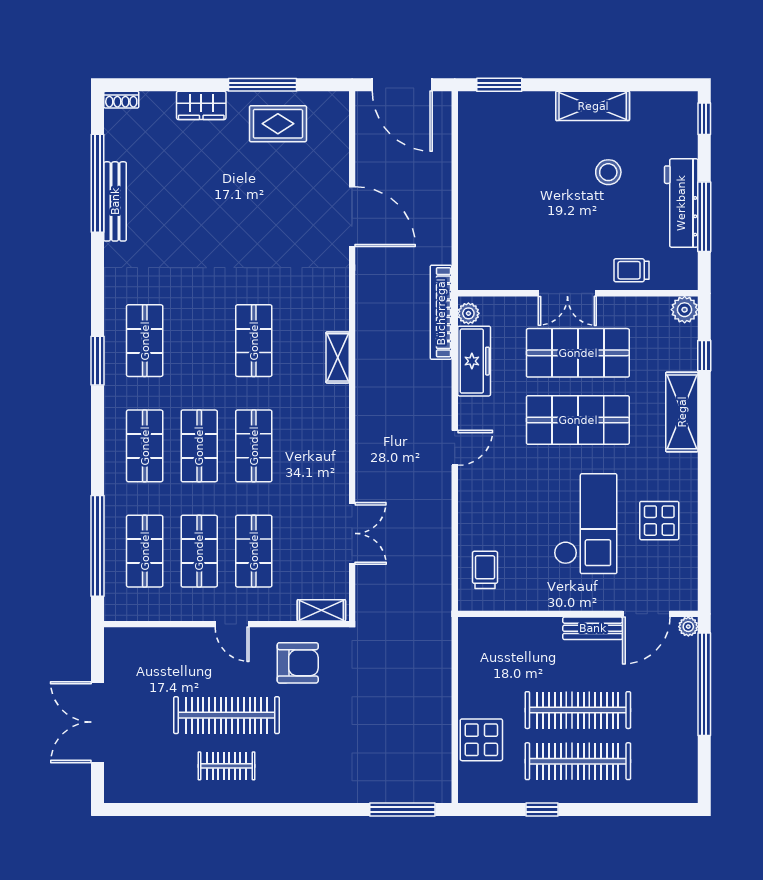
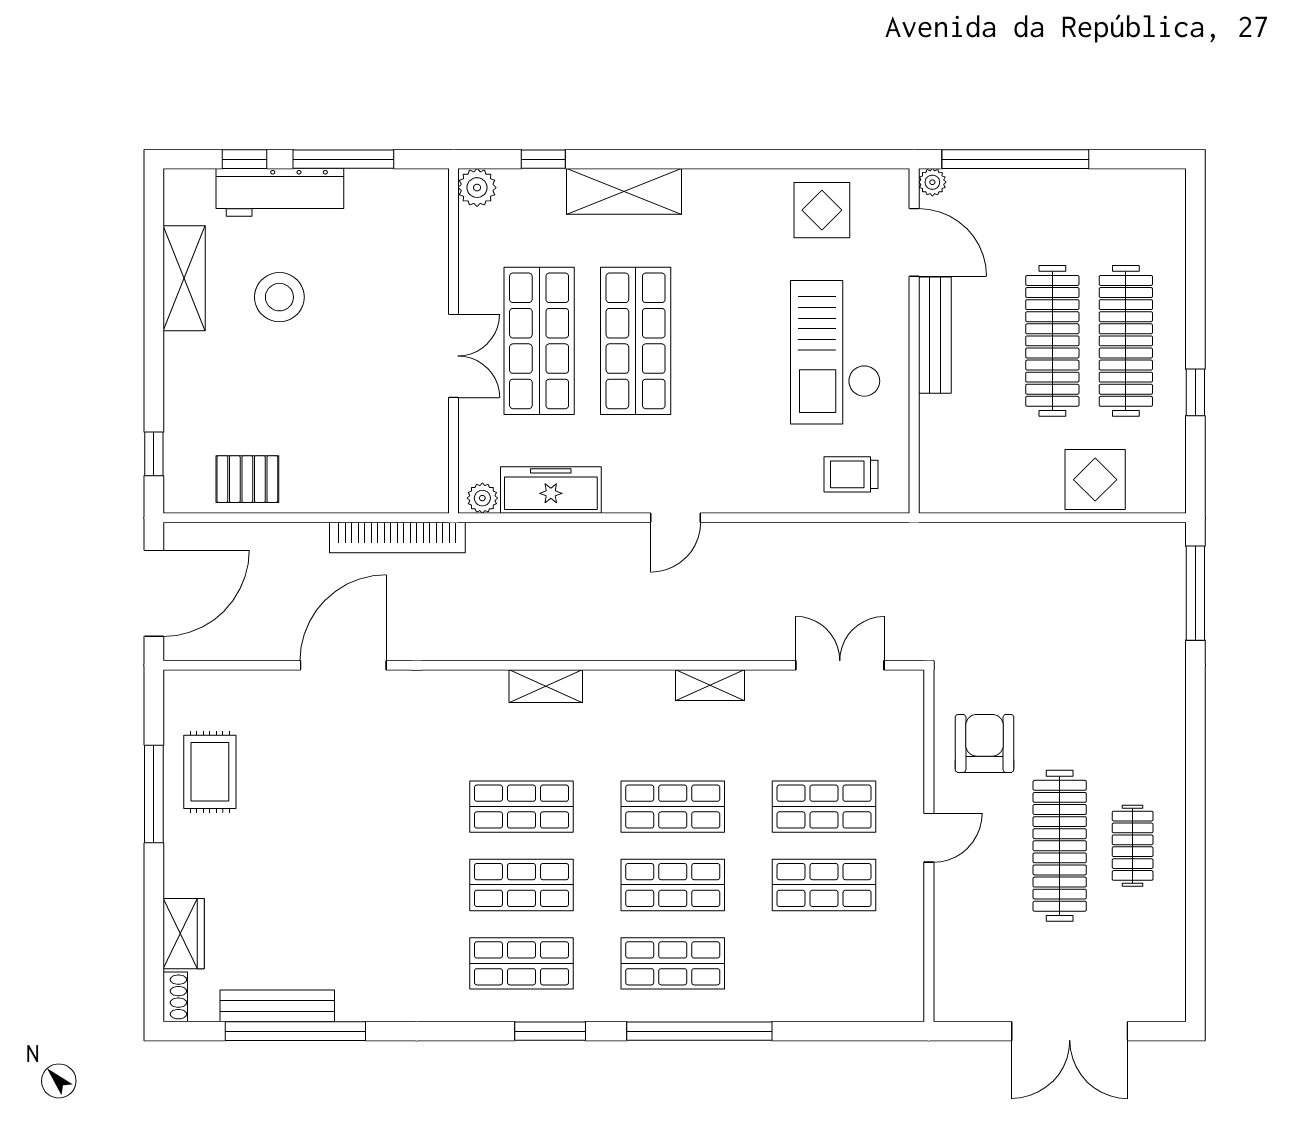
window: (499, 85) -> (154, 454), width x0.67
wardrobe: (201, 105) -> (184, 934), moved
shelving: (593, 106) -> (184, 278), moved
window: (704, 119) -> (245, 159), moved
pallet: (482, 150) -> (247, 479), added
stool: (608, 172) -> (279, 297), width x1.38, depth x1.38
bench: (115, 201) -> (277, 1006), moved
workbench: (681, 203) -> (280, 192), moved
trolley: (631, 270) -> (420, 264), removed
bookcase: (441, 312) -> (397, 538), moved
door: (455, 448) -> (676, 518), swing flipped
display table: (659, 521) -> (822, 210), moved
checkout: (585, 524) -> (836, 352), moved, turned -90
double door: (352, 533) -> (840, 665), moved
window: (97, 546) -> (699, 1031), moved
shop shelf: (145, 551) -> (521, 885), moved
shelving: (321, 610) -> (710, 685), moved, turned 90
bench: (593, 628) -> (935, 335), width x1.36

